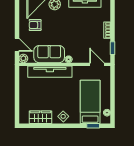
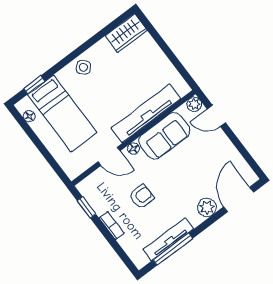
armchair: (35, 25) -> (141, 197), moved
door: (97, 64) -> (109, 156), moved
wardrobe: (40, 117) -> (126, 33), moved

